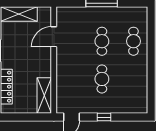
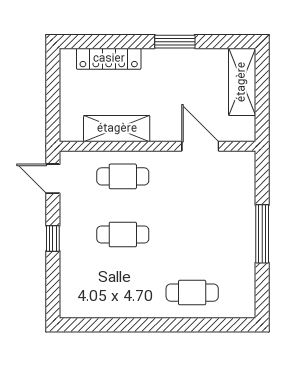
cafe table: (102, 41) -> (123, 176), moved
shelving: (44, 95) -> (117, 129), moved

